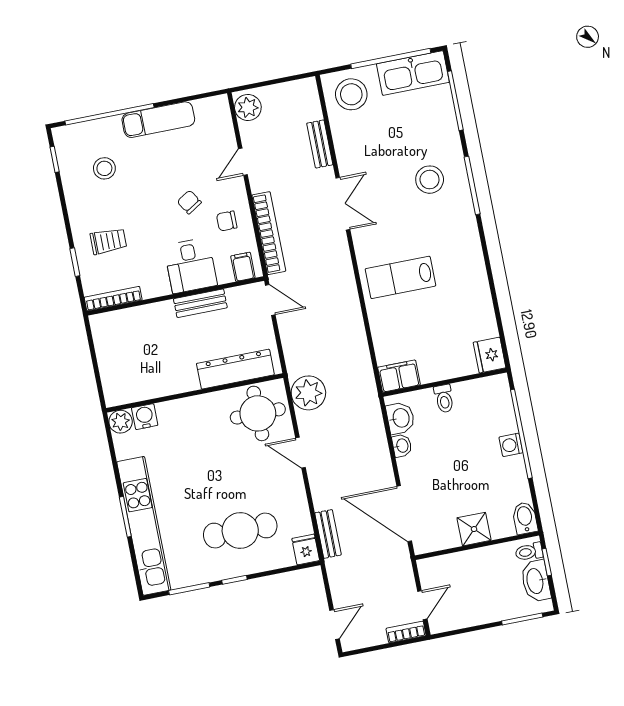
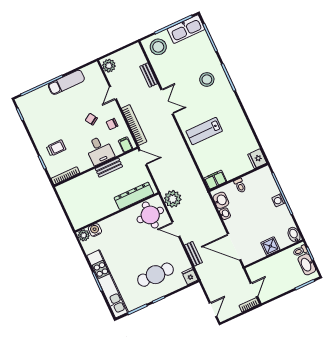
stool: (104, 168) -> (46, 113), removed
bench: (328, 534) -> (193, 254), moved

